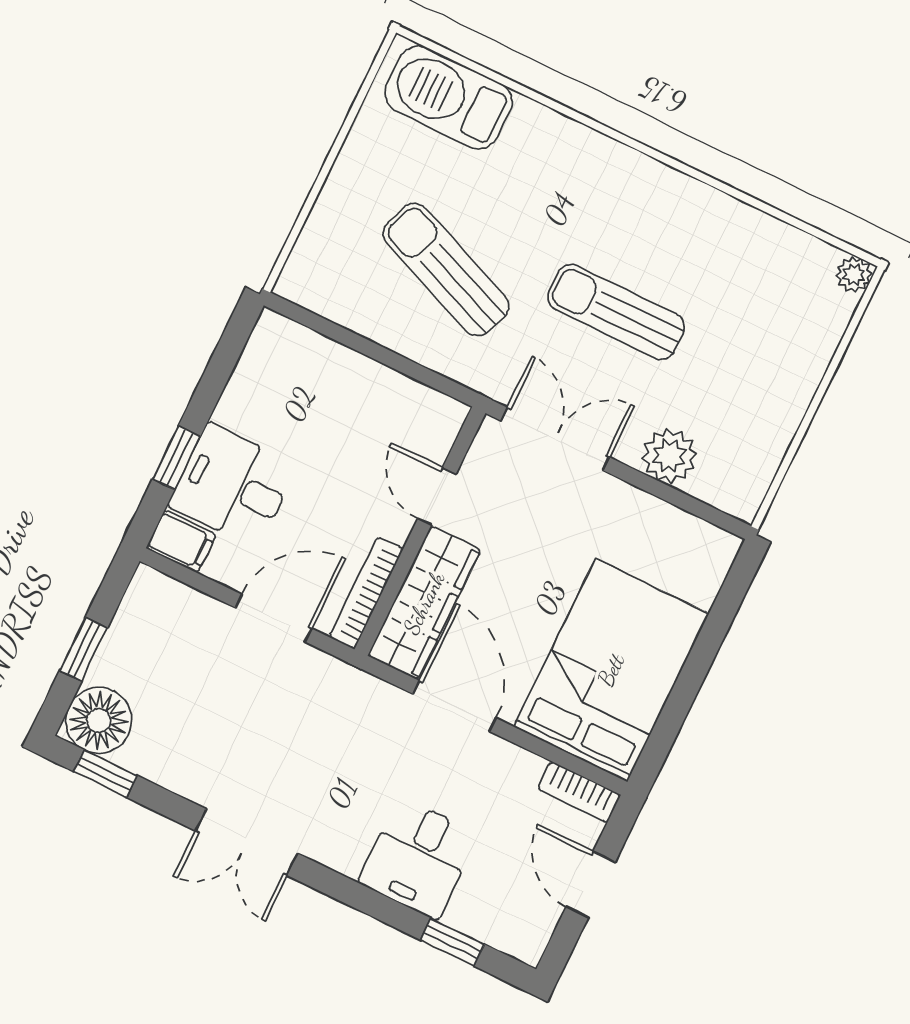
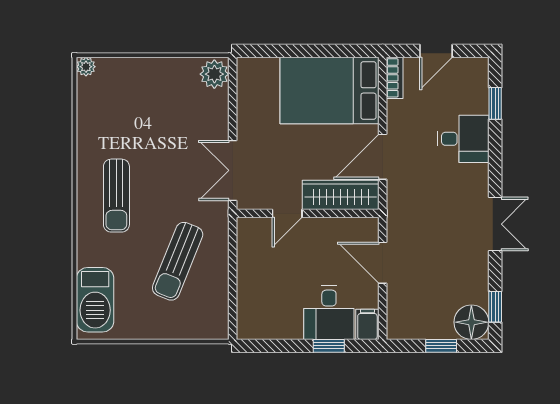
sun lounger: (616, 312) -> (116, 196), moved
plant: (669, 456) -> (214, 74), moved
bookcase: (366, 593) -> (349, 225), removed

